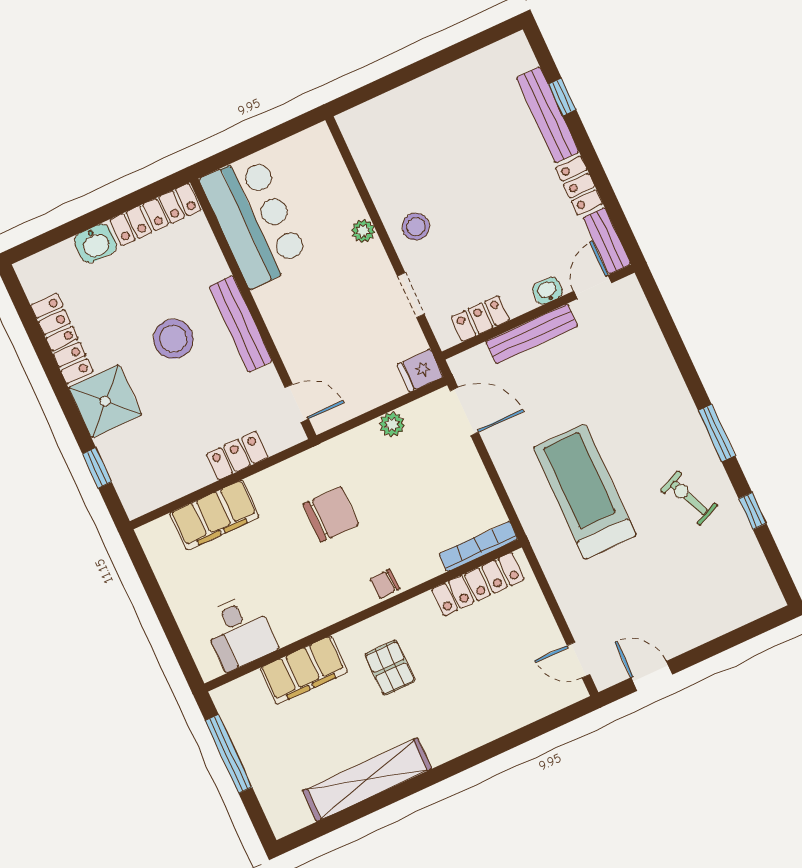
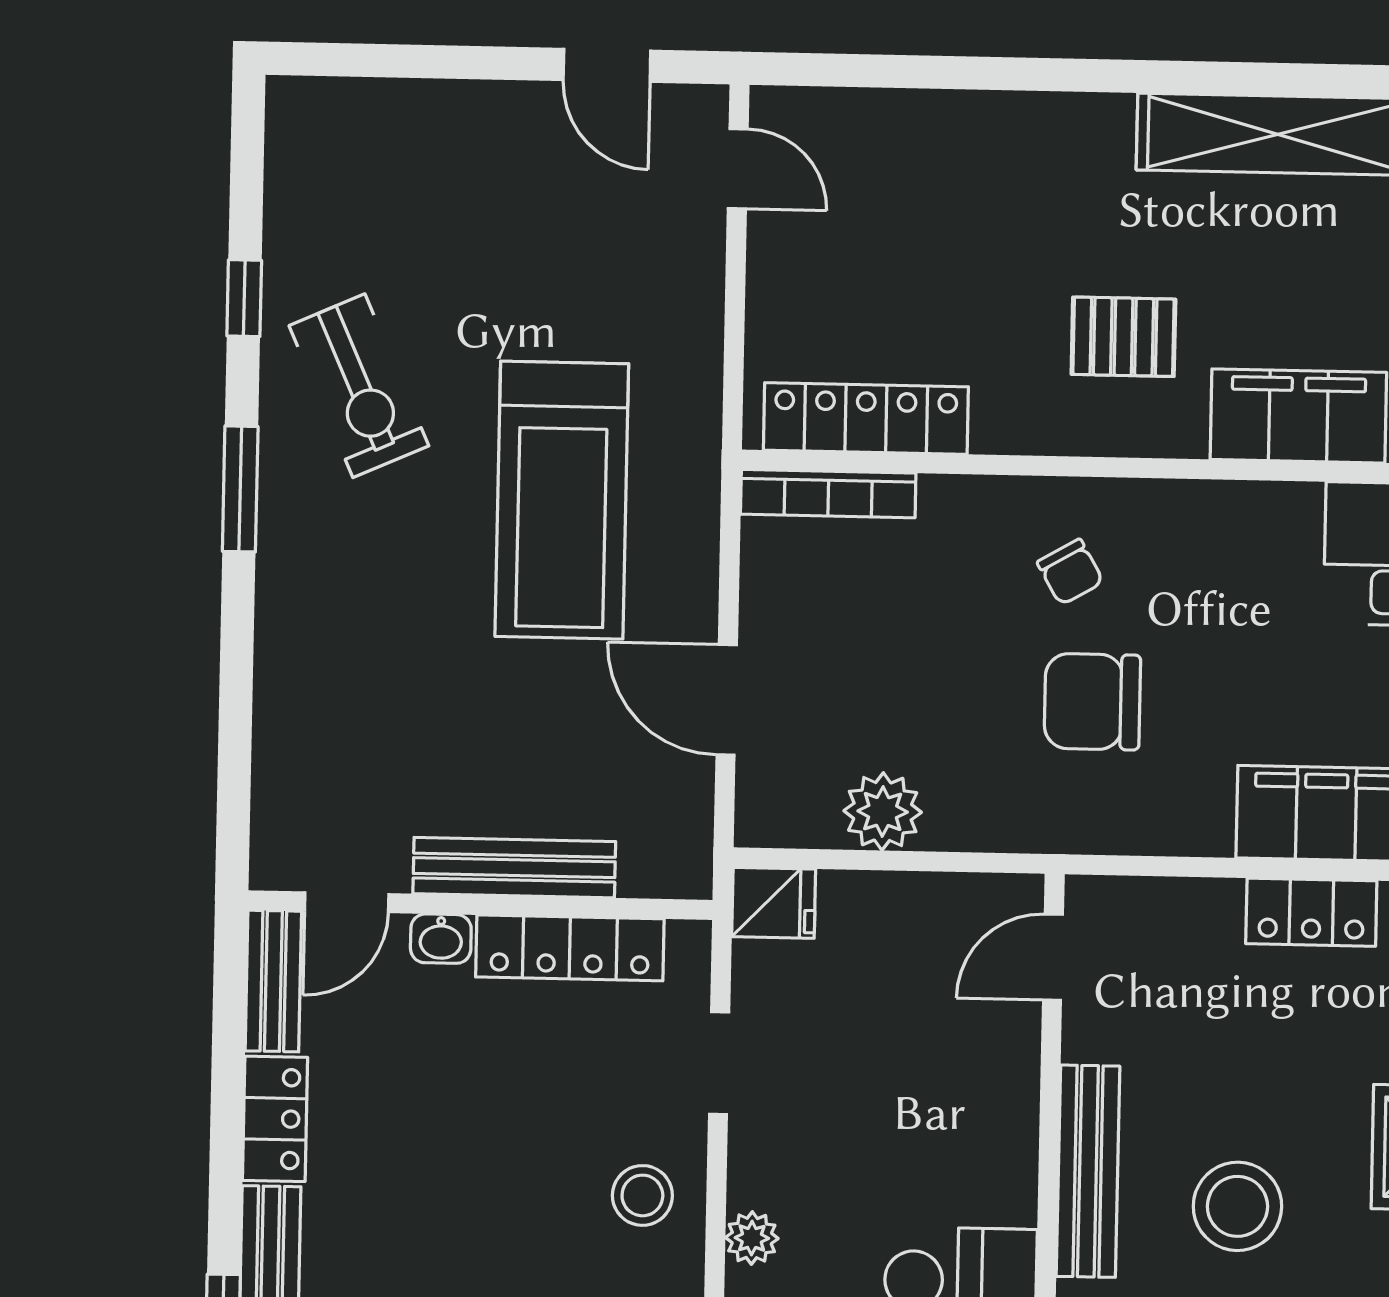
locker: (480, 318) -> (570, 948), width x1.53
door: (297, 403) -> (1053, 957), hinge flipped
door: (464, 412) -> (727, 700), moved
plant: (392, 424) -> (883, 812), width x1.38, depth x1.38
locker: (237, 456) -> (1311, 912), moved
exercise bike: (689, 498) -> (359, 386), width x1.38, depth x1.39
chair: (385, 584) -> (1070, 572), moved, turned 63
pallet: (390, 668) -> (1123, 337), turned 90

